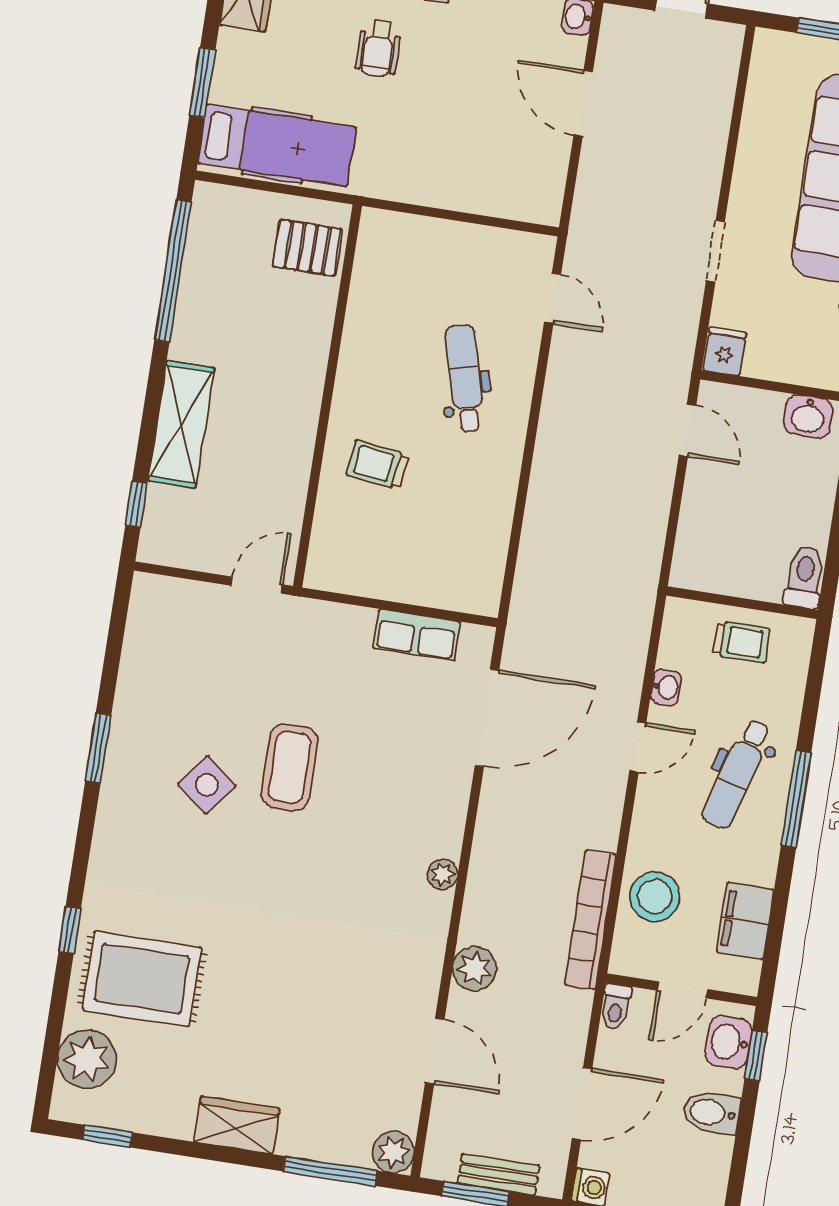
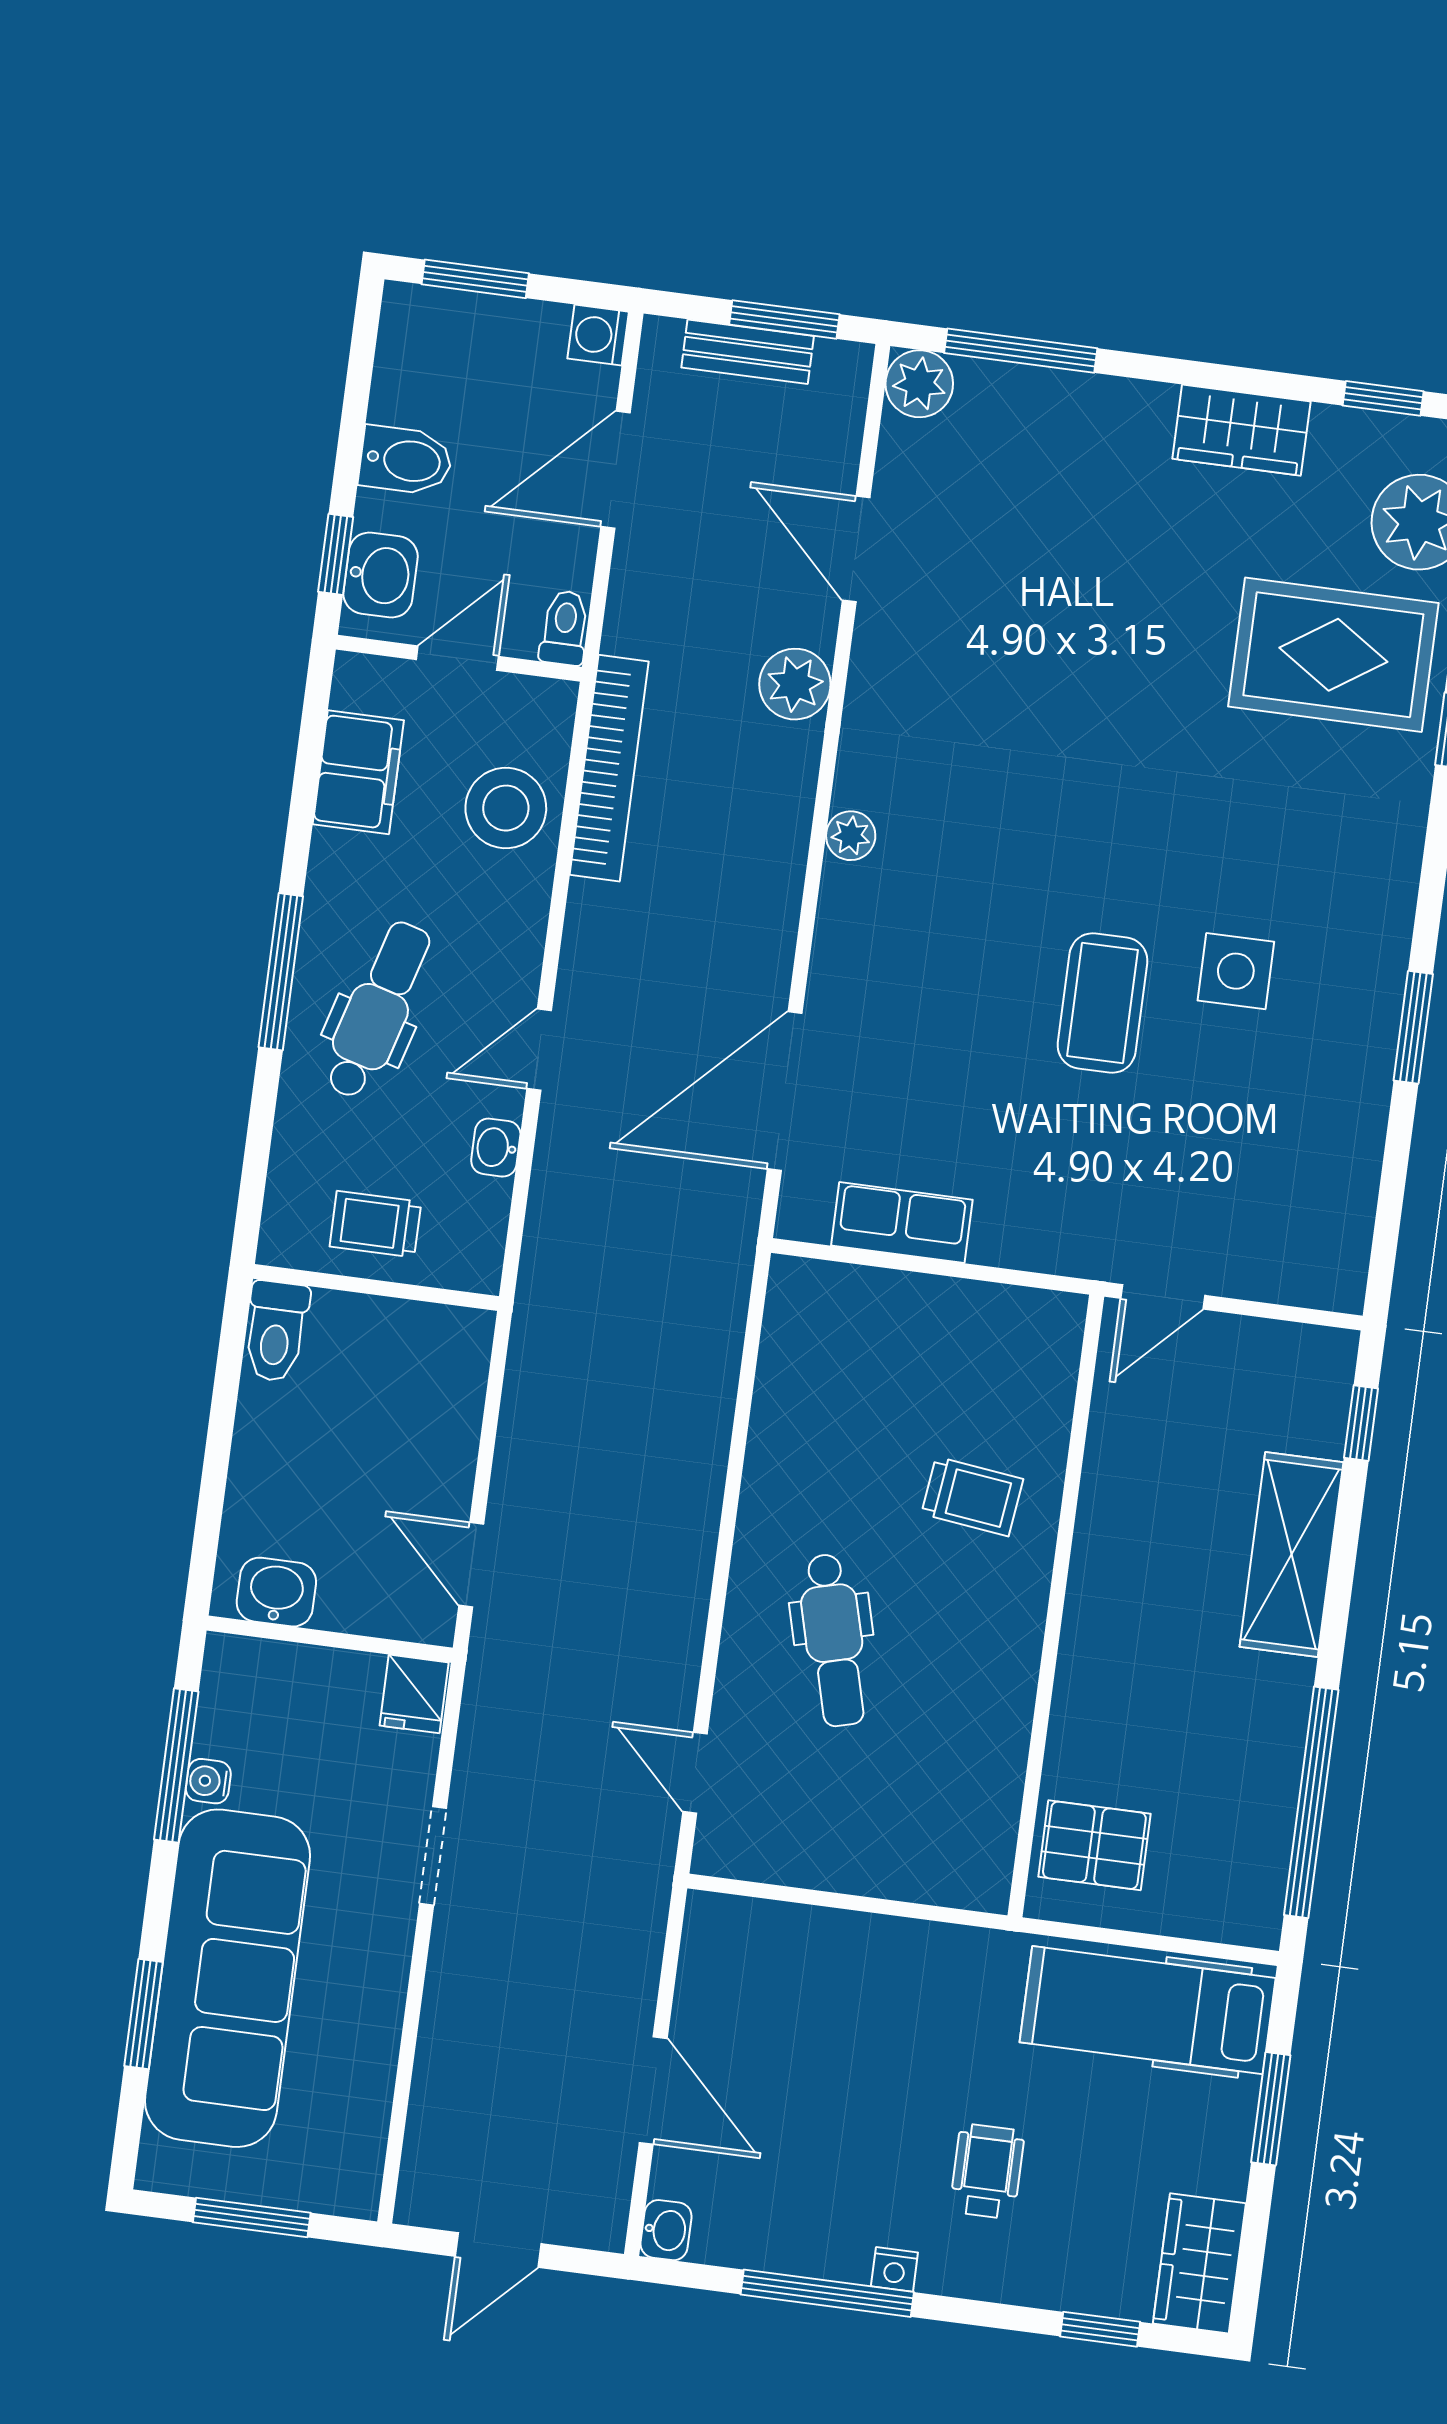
side table: (207, 785) -> (1236, 971), turned -38
wardrobe: (237, 1125) -> (1241, 430), moved

